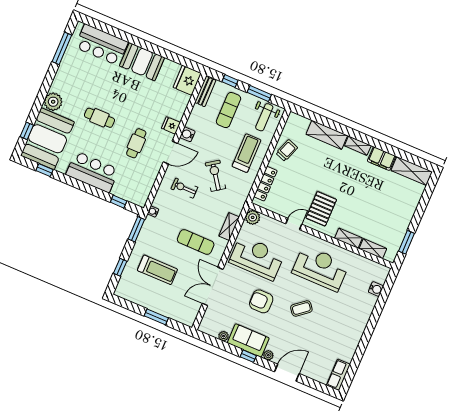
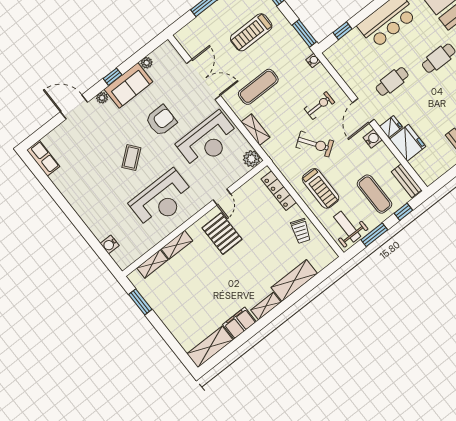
fridge: (187, 80) -> (408, 143), moved
cafe table: (136, 143) -> (392, 81), turned 90
door: (287, 373) -> (74, 107), swing flipped

